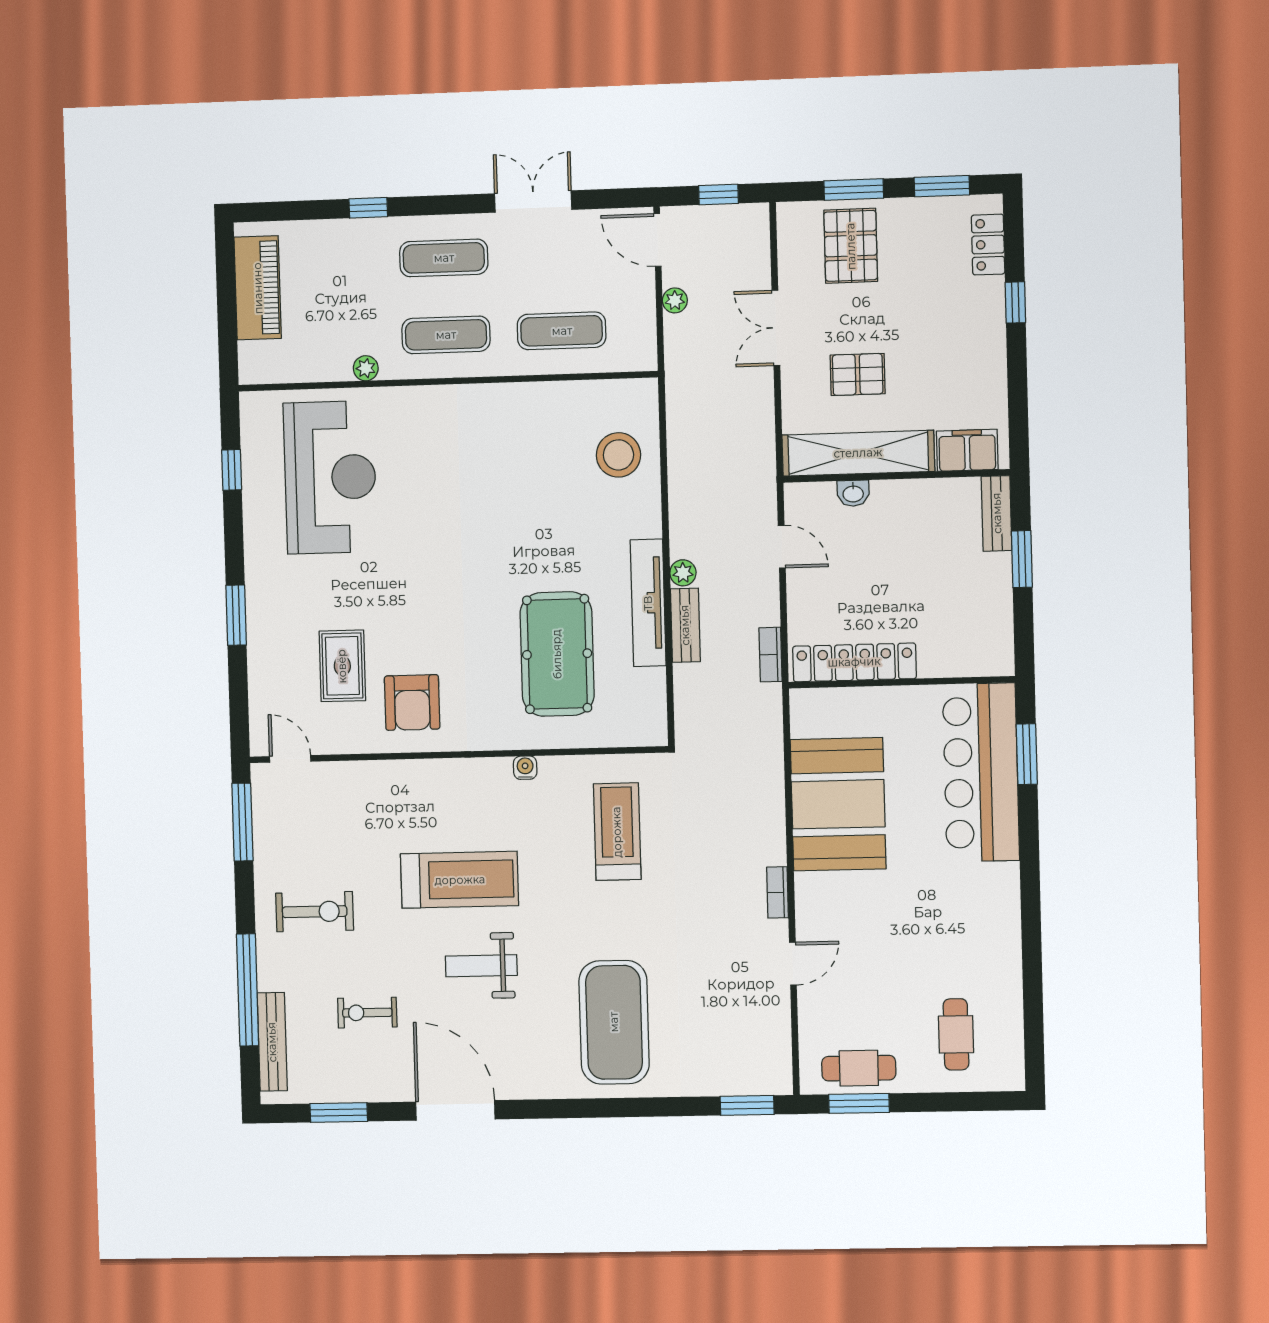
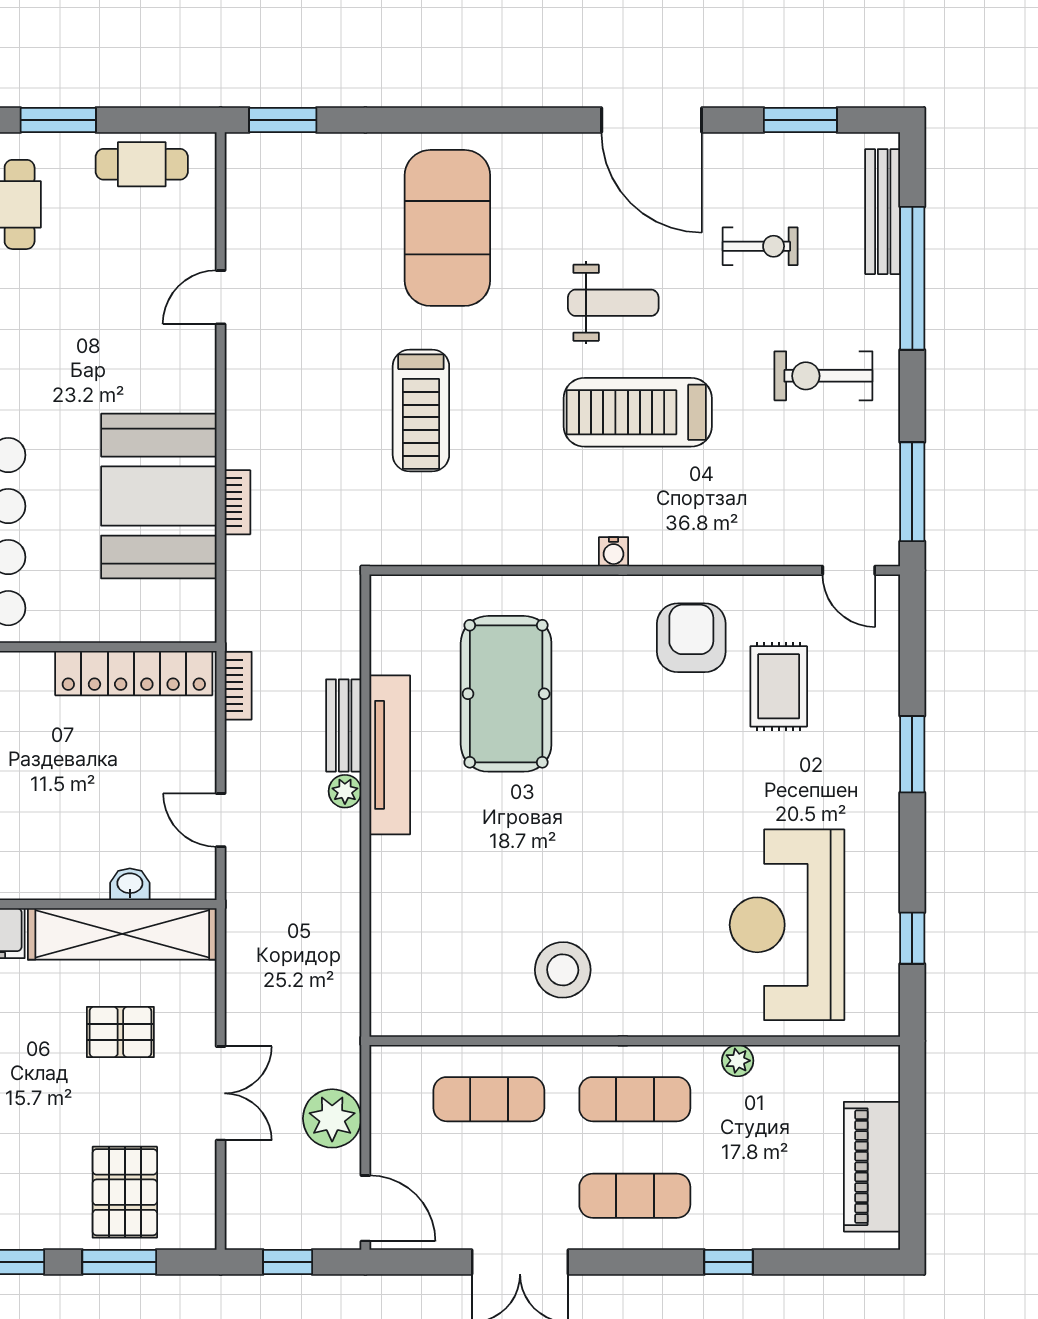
plant: (675, 300) -> (332, 1118), width x1.88, depth x1.88
stool: (618, 455) -> (563, 970), moved
water cooler: (525, 768) -> (614, 552), moved
treadmill: (617, 832) -> (421, 410), moved
bookcase: (778, 892) -> (237, 502), moved
window: (859, 1103) -> (58, 120), moved

